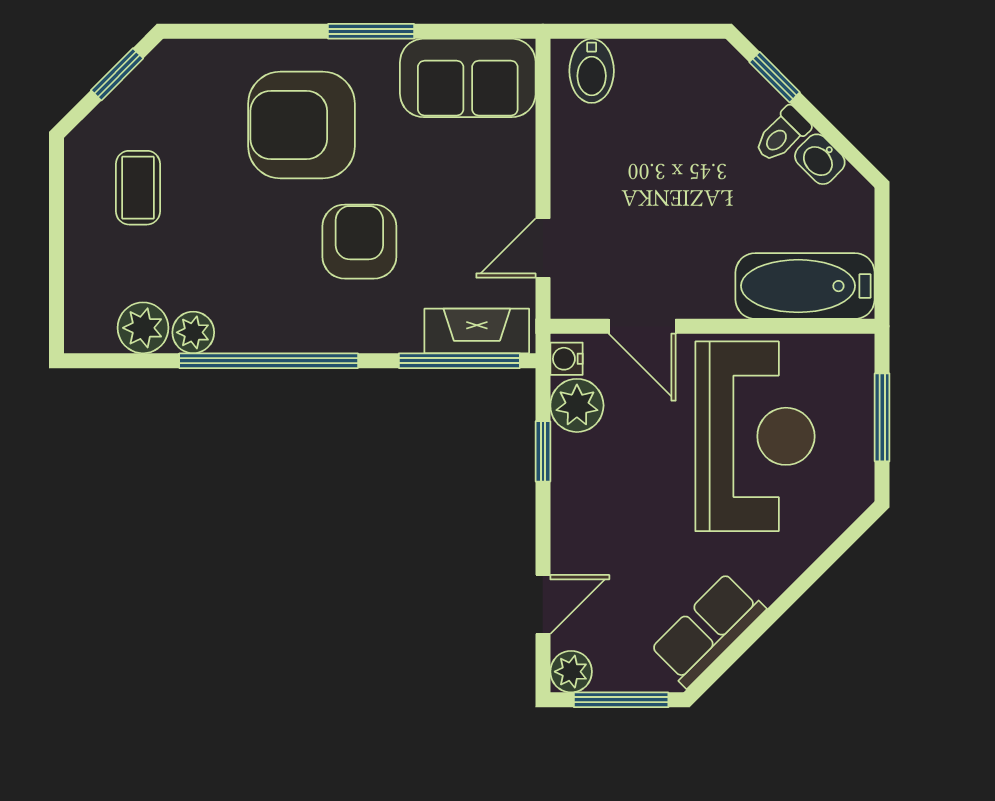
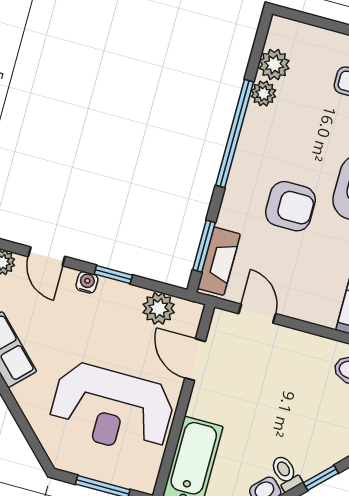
door: (642, 326) -> (195, 360), hinge flipped
water cooler: (567, 359) -> (87, 282), moved
window: (459, 361) -> (204, 246), width x0.69
window: (543, 451) -> (113, 275), moved

